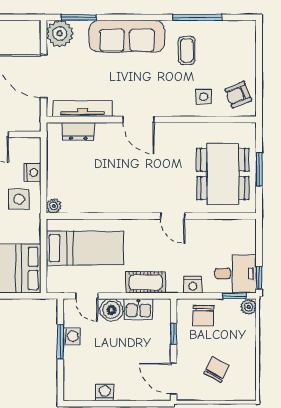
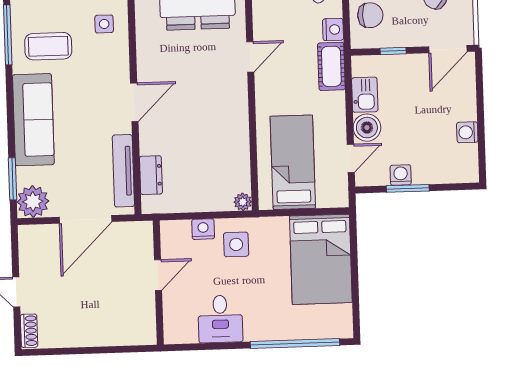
coffee table: (187, 50) -> (48, 46), width x1.36, depth x1.30
cot: (146, 282) -> (331, 66), moved

